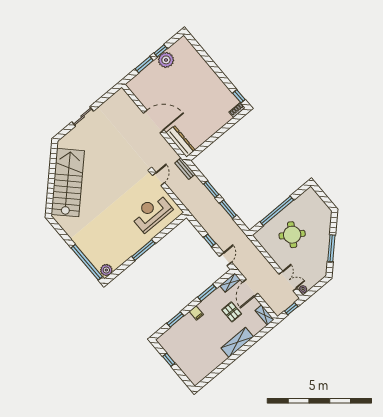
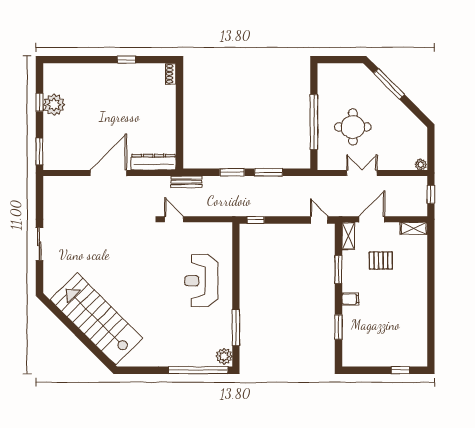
window: (144, 65) -> (39, 151), moved
window: (239, 96) -> (127, 60), moved
reception desk: (151, 213) -> (201, 281), moved
round table: (292, 235) -> (353, 127), turned -33
window: (210, 240) -> (256, 220), moved
window: (331, 248) -> (389, 84), moved
window: (143, 250) -> (236, 328), moved
double door: (288, 281) -> (362, 173), moved
door: (250, 288) -> (372, 219), swing flipped
shelving: (237, 342) -> (418, 282), removed
window: (169, 360) -> (400, 370), moved

